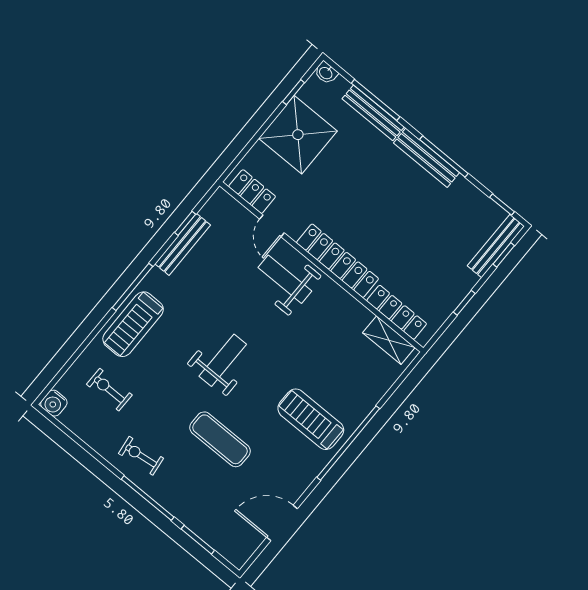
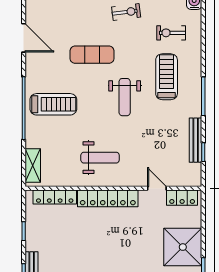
weight bench: (285, 279) -> (100, 158), moved
treadmill: (133, 324) -> (167, 77), moved
shelving: (389, 340) -> (33, 166), moved, turned 90
exercise bike: (109, 390) -> (171, 33), turned 180
door: (282, 523) -> (24, 38), hinge flipped

